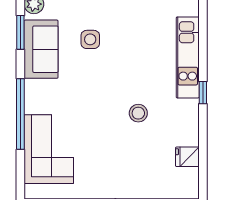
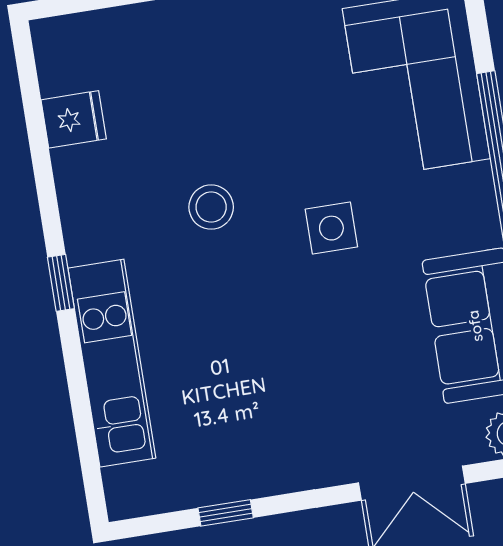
side table: (90, 39) -> (331, 228), moved

